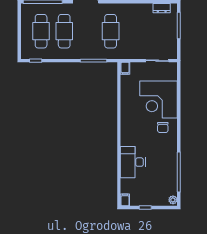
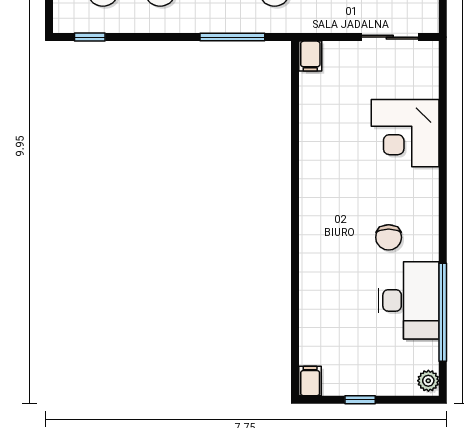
corner desk: (159, 100) -> (405, 133), width x0.74, depth x0.74
chair: (163, 127) -> (389, 237), moved
desk: (133, 162) -> (408, 300), moved, turned 180

